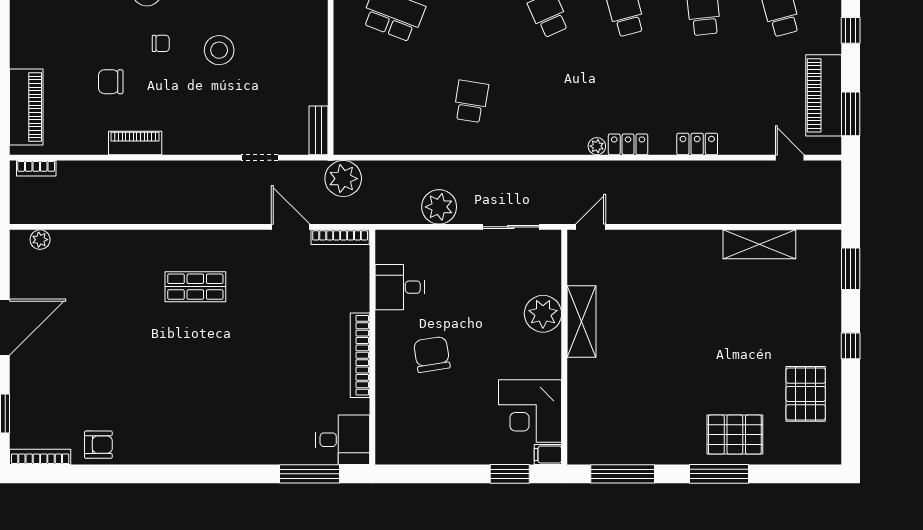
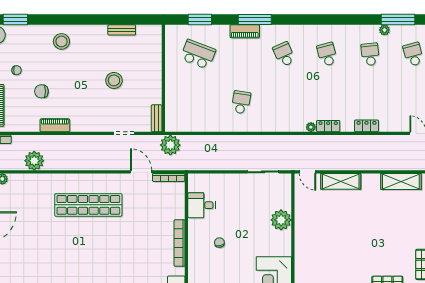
chair: (161, 43) -> (17, 70), moved
stool: (219, 50) -> (114, 80), moved
plant: (439, 207) -> (34, 161), moved
door: (591, 227) -> (307, 172), swing flipped
shop shelf: (195, 287) -> (88, 205), width x2.00, depth x1.36
shelving: (581, 322) -> (341, 181), moved, turned 90
chair: (432, 354) -> (219, 243), width x0.54, depth x0.54

